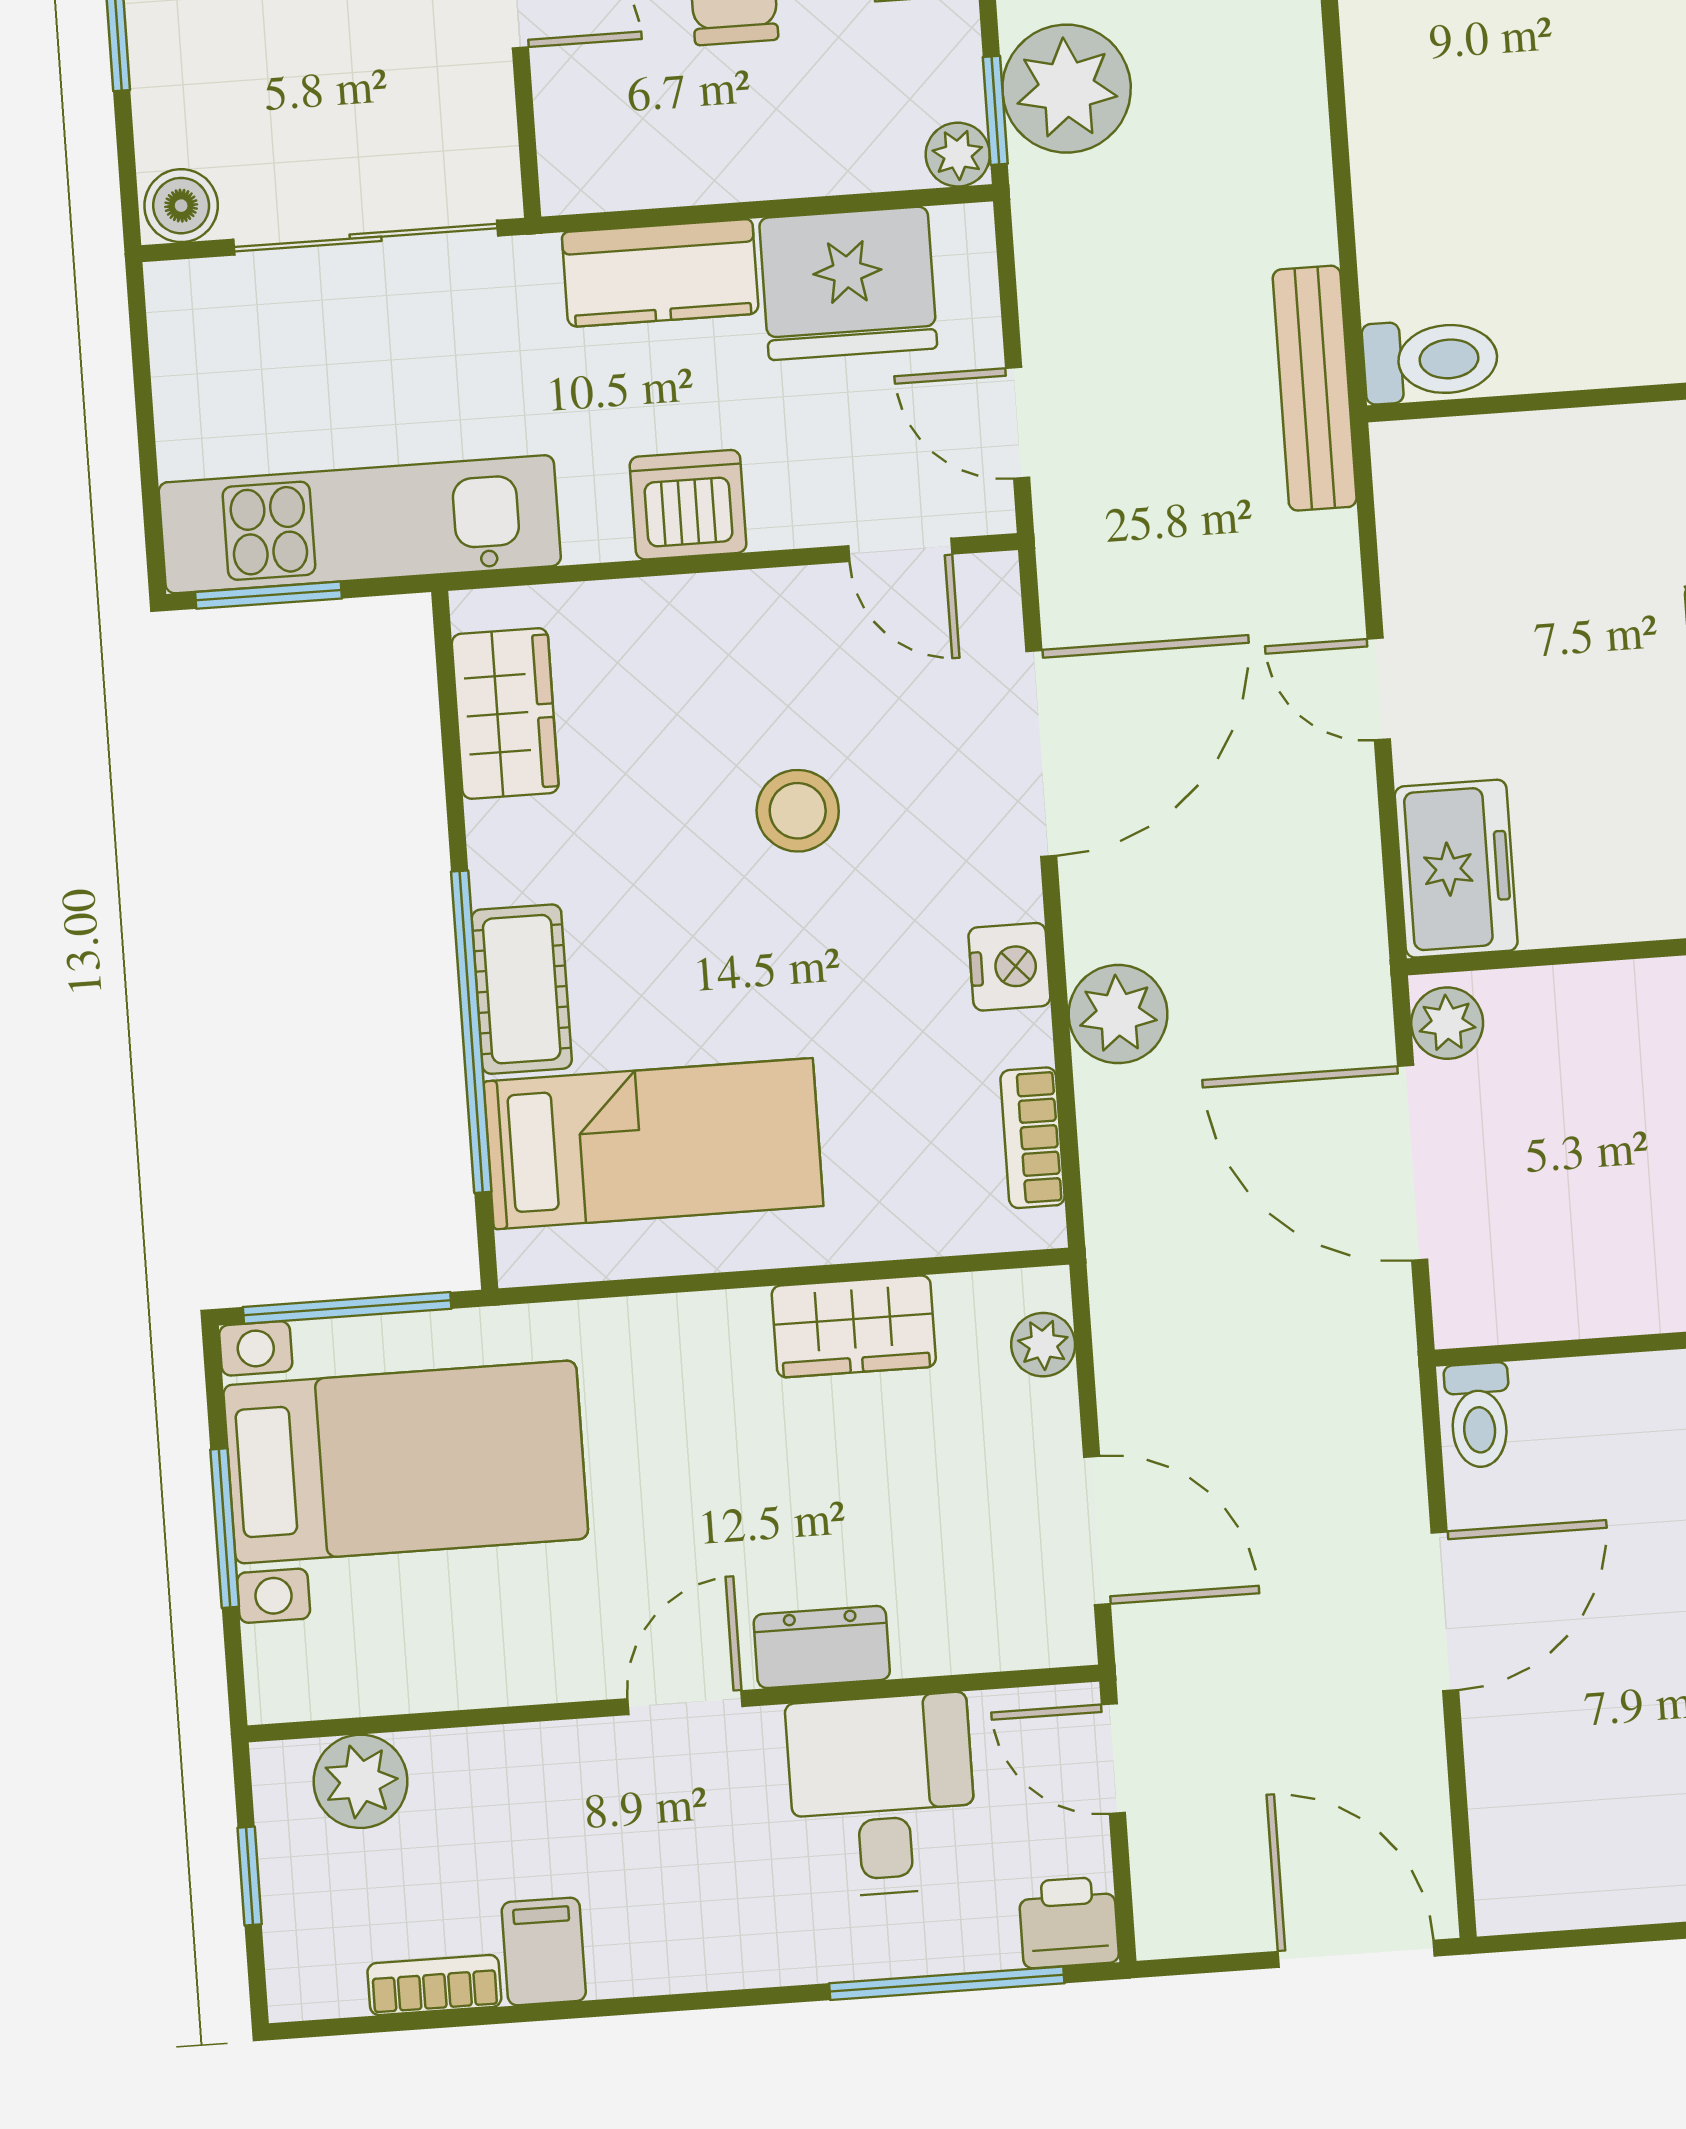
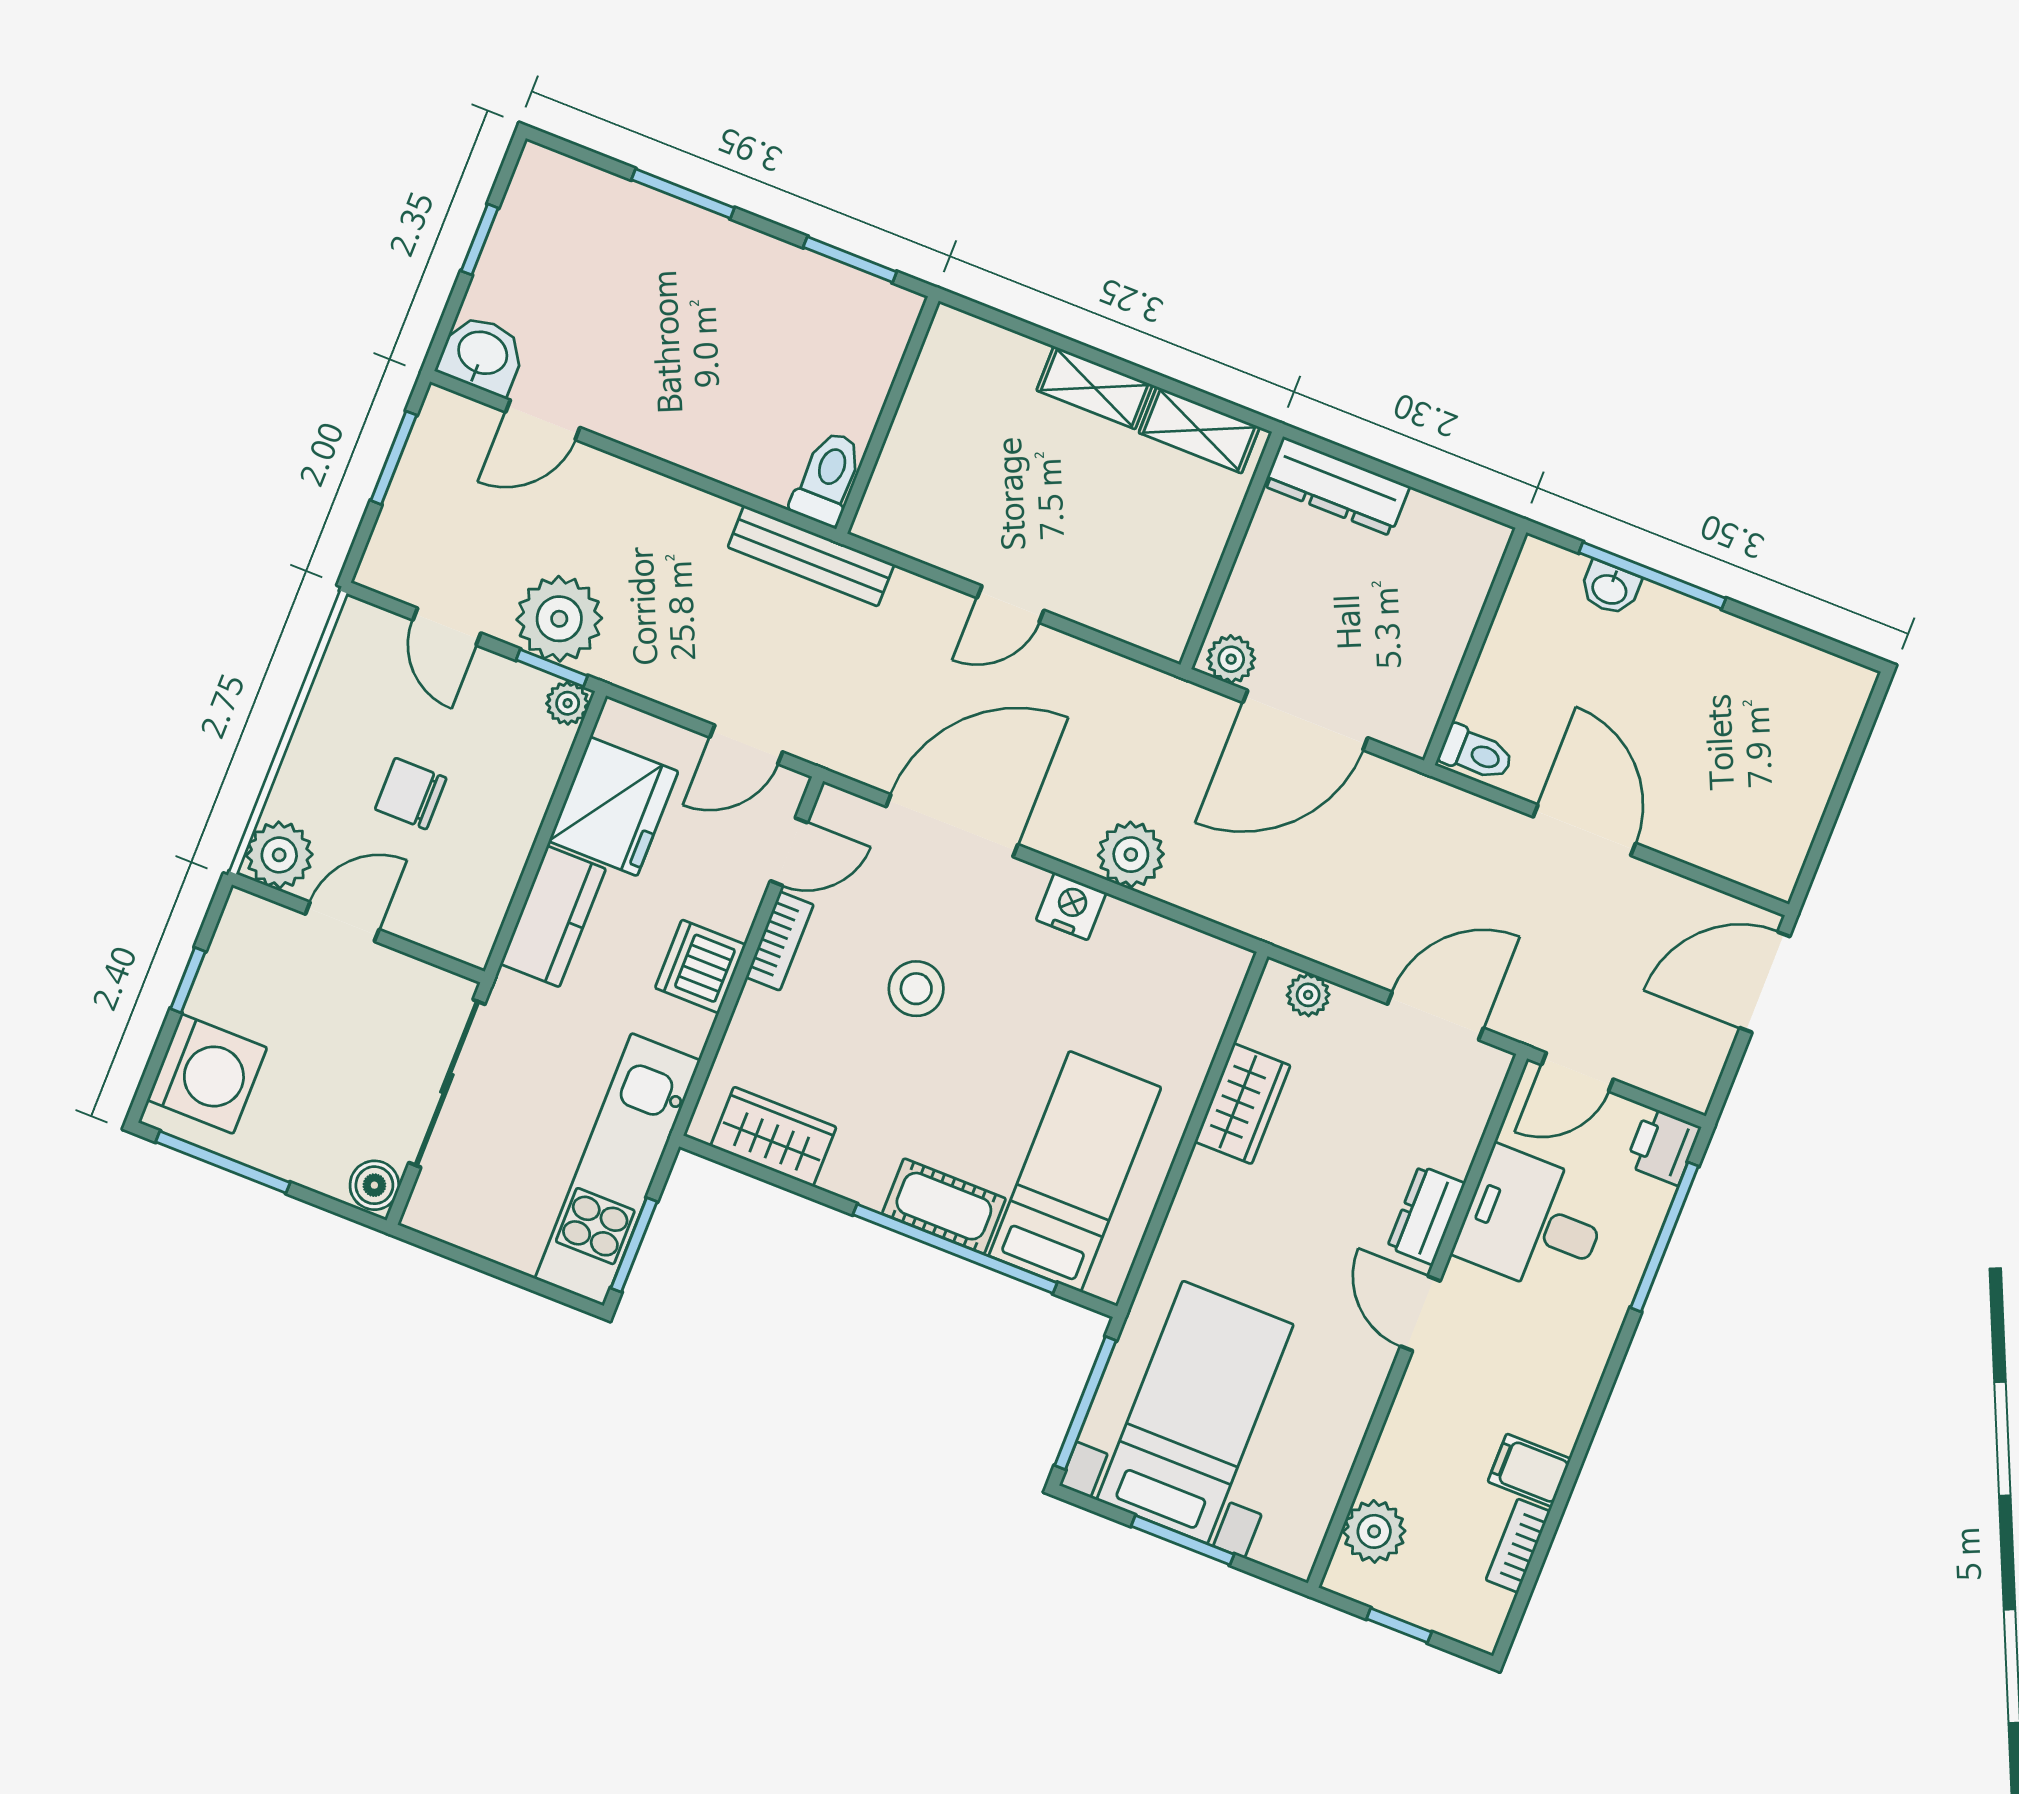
door: (1041, 753) -> (952, 826), hinge flipped
freezer: (1456, 869) -> (1141, 609), removed
bookcase: (1033, 1138) -> (780, 941), moved, turned -90

